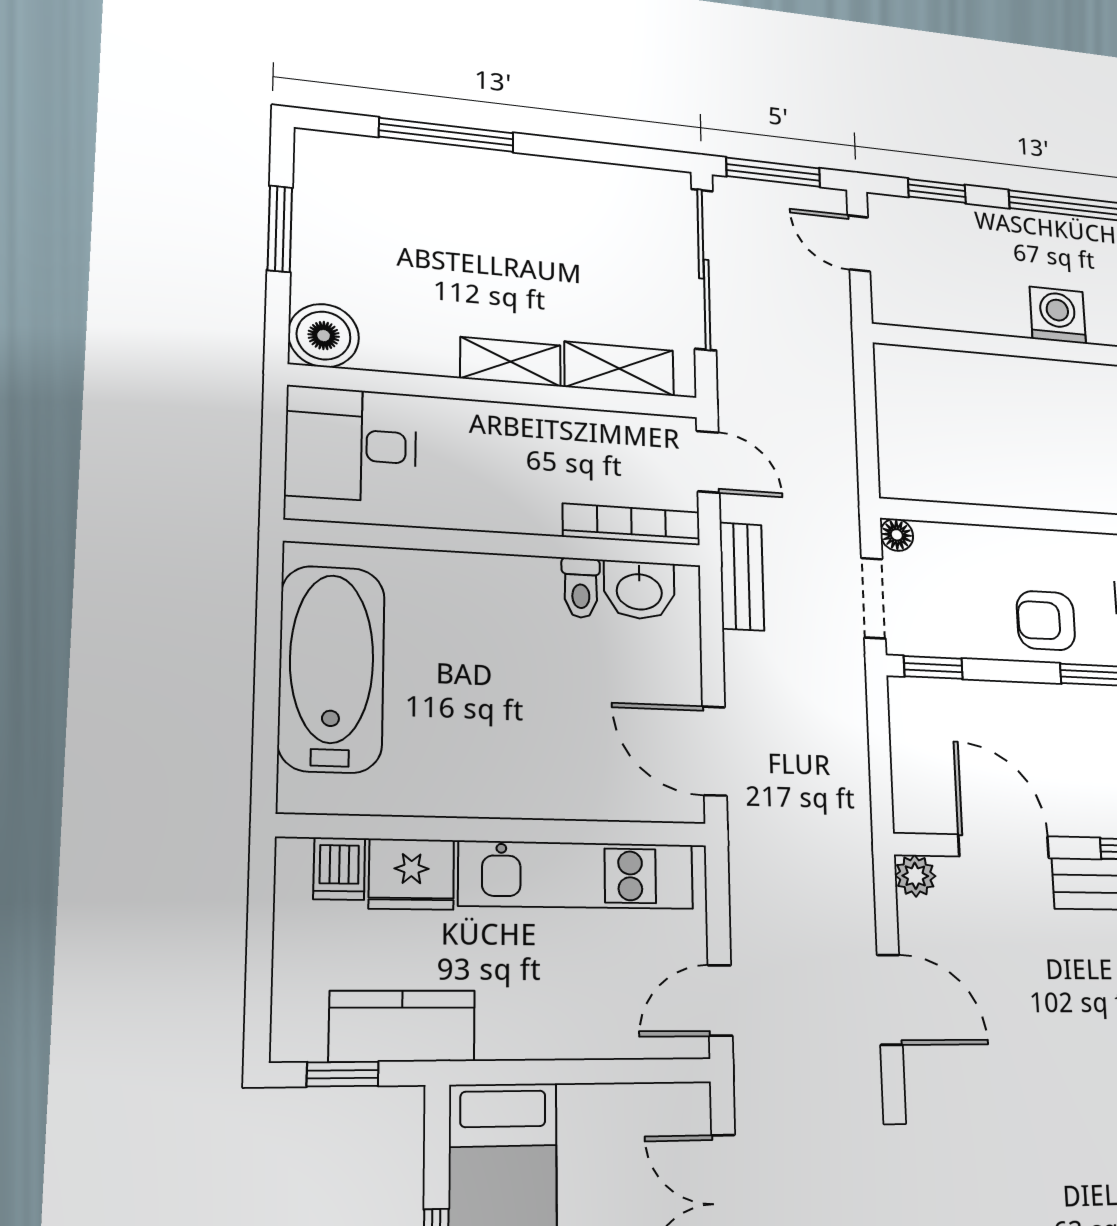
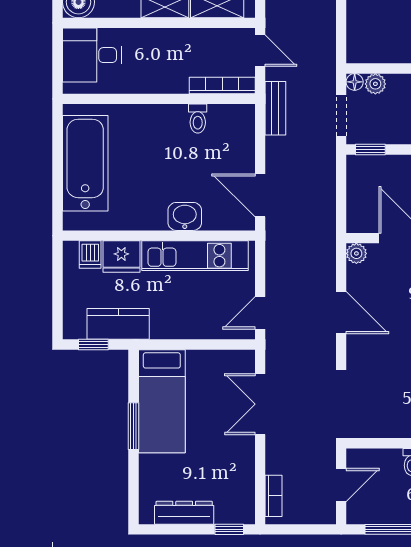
plant: (937, 541) -> (375, 84), added
washbasin: (639, 590) -> (185, 216), moved, turned 180

